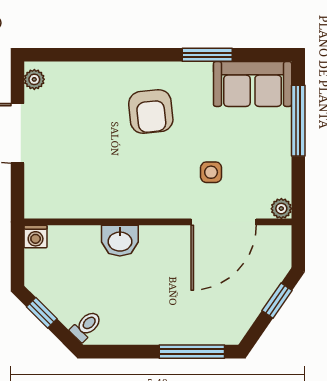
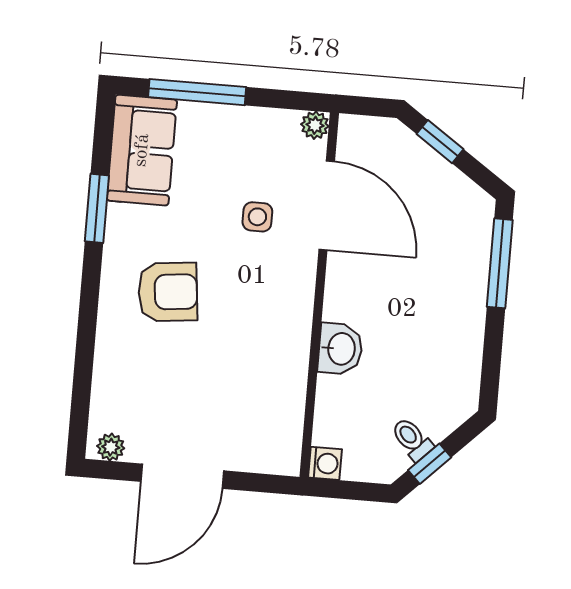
toilet: (86, 326) -> (412, 439), moved

